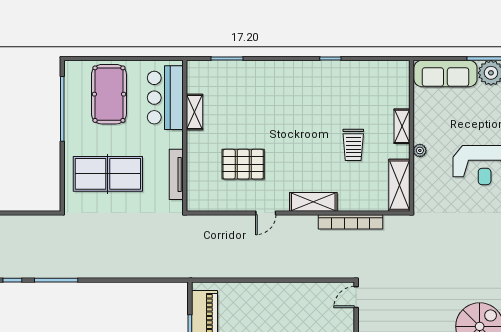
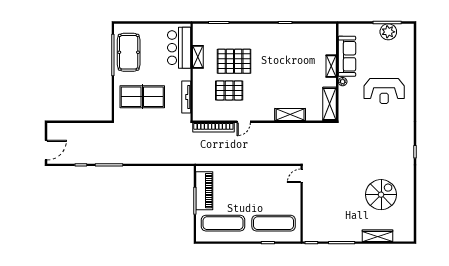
sofa: (445, 73) -> (347, 56), moved, turned -90
pool table: (109, 94) -> (129, 52), moved
pallet: (251, 119) -> (234, 61), added
trolley: (353, 145) -> (300, 78), removed
shelving: (313, 202) -> (290, 115), moved
bookcase: (351, 222) -> (213, 128), moved

